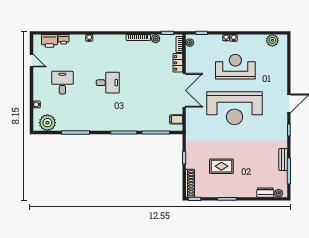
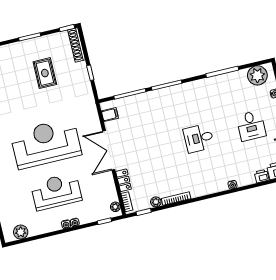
reception desk: (235, 67) -> (56, 192), turned 180
rug: (221, 166) -> (45, 73), turned 90

